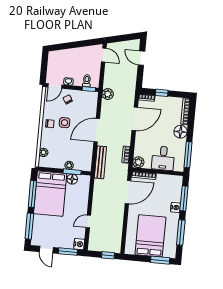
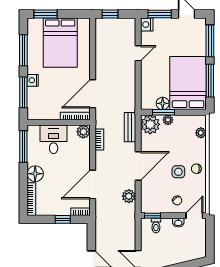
plant: (108, 94) -> (129, 196), moved
bench: (100, 162) -> (130, 127), width x0.73
plant: (84, 163) -> (150, 124), added

